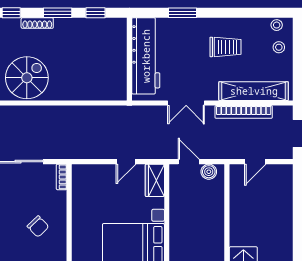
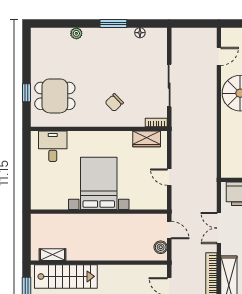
door: (189, 162) -> (169, 230), hinge flipped
wardrobe: (155, 180) -> (147, 139), moved, turned 180

